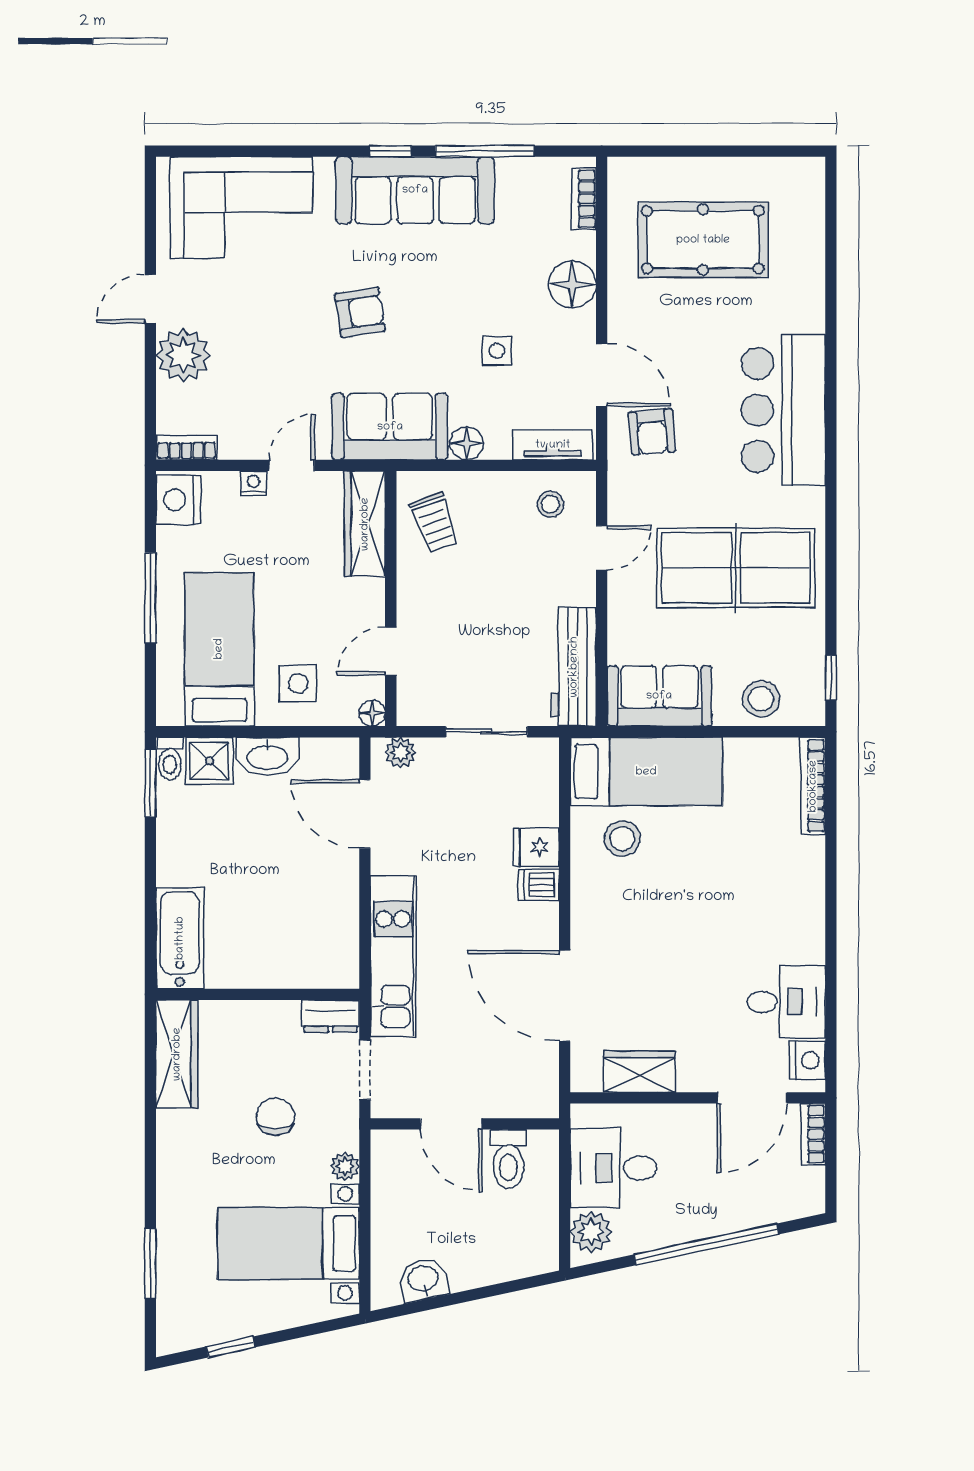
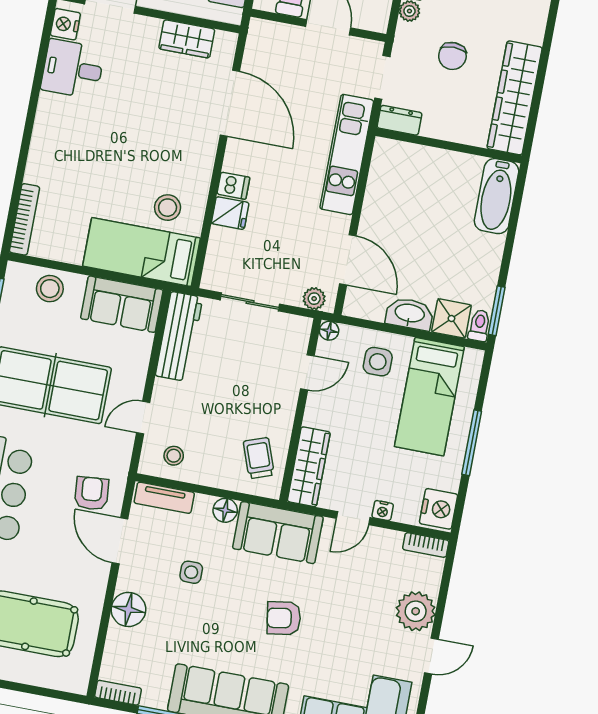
bookcase: (584, 199) -> (118, 693), moved, turned -90
wardrobe: (177, 1054) -> (515, 98), width x1.40, depth x1.17

